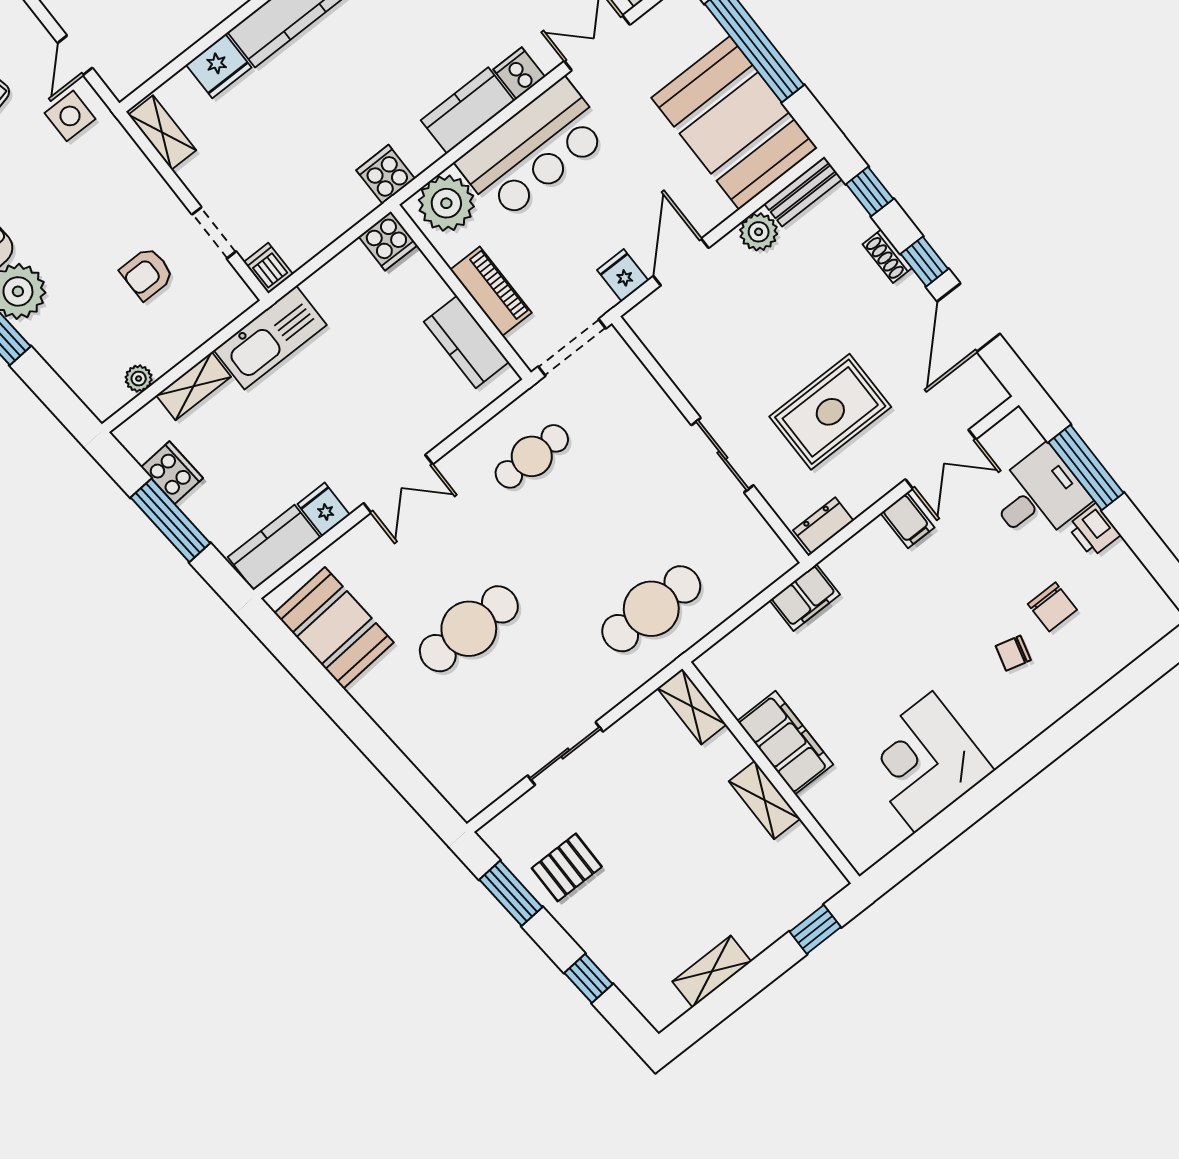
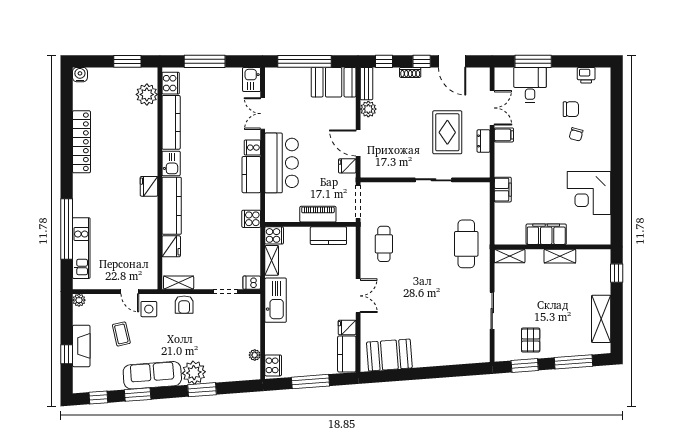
booth: (735, 123) -> (334, 82), width x0.73, depth x0.70
plant: (446, 203) -> (277, 206), removed
armchair: (147, 274) -> (184, 305), moved
shelving: (194, 386) -> (272, 260), moved
cooker: (172, 473) -> (273, 365), moved, turned 94
dresser: (823, 525) -> (484, 141), moved
printer: (1094, 530) -> (586, 75), moved
cafe table: (469, 629) -> (425, 310), removed
shelving: (712, 972) -> (601, 319), width x1.50, depth x1.33
window: (589, 978) -> (573, 362), width x2.17

